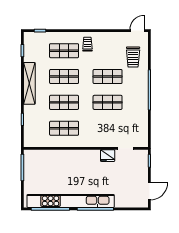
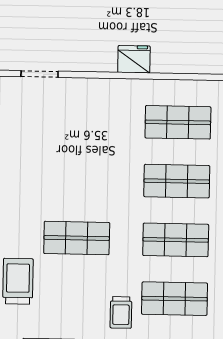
shop shelf: (108, 102) -> (78, 179), removed
fridge: (108, 156) -> (134, 59), moved

